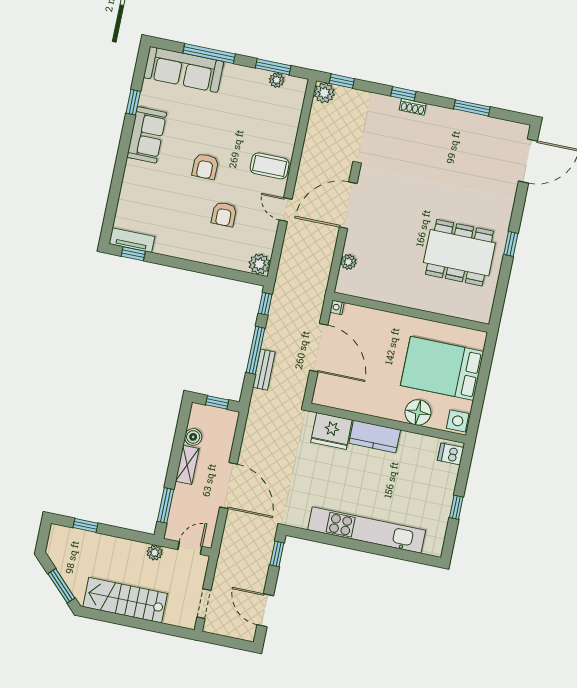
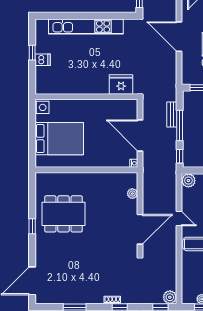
floor lamp: (418, 412) -> (69, 108), removed
kitchen counter: (375, 437) -> (93, 87), removed
dishwasher: (451, 454) -> (43, 60), moved

